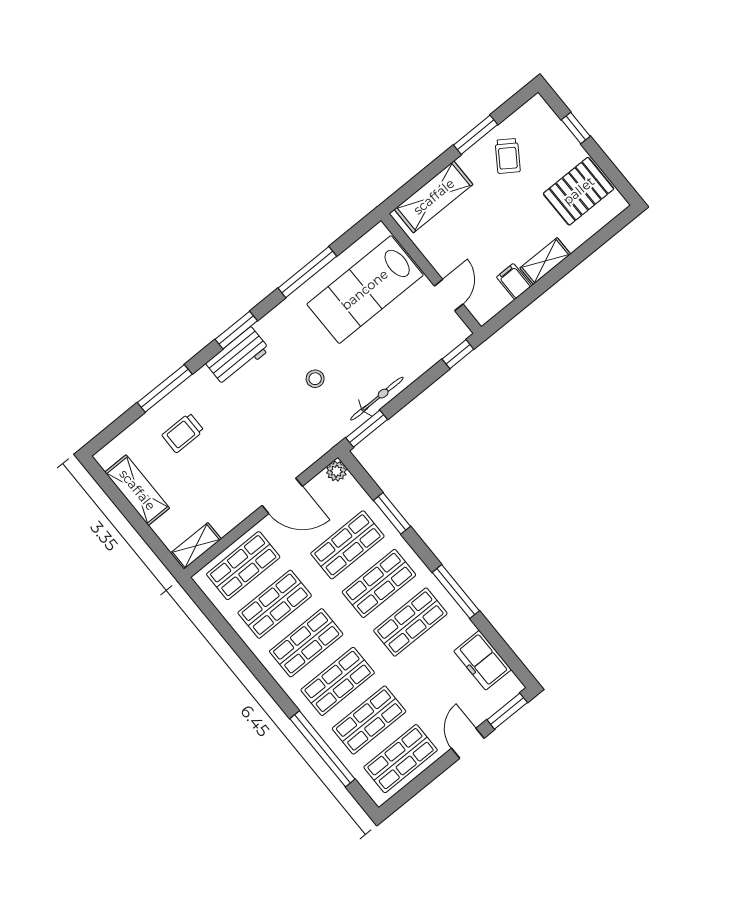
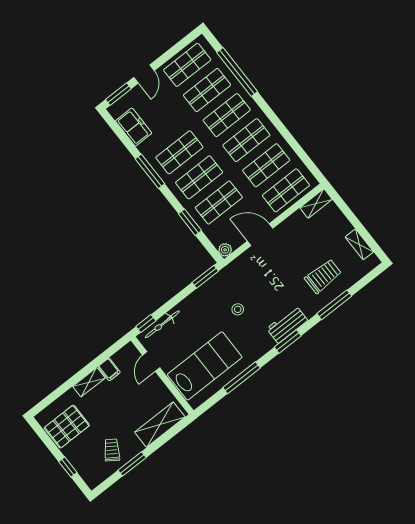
bicycle: (377, 399) -> (162, 324), moved
trolley: (183, 433) -> (323, 276), width x1.36, depth x1.39
shelving: (137, 490) -> (359, 244), width x0.67, depth x0.75

